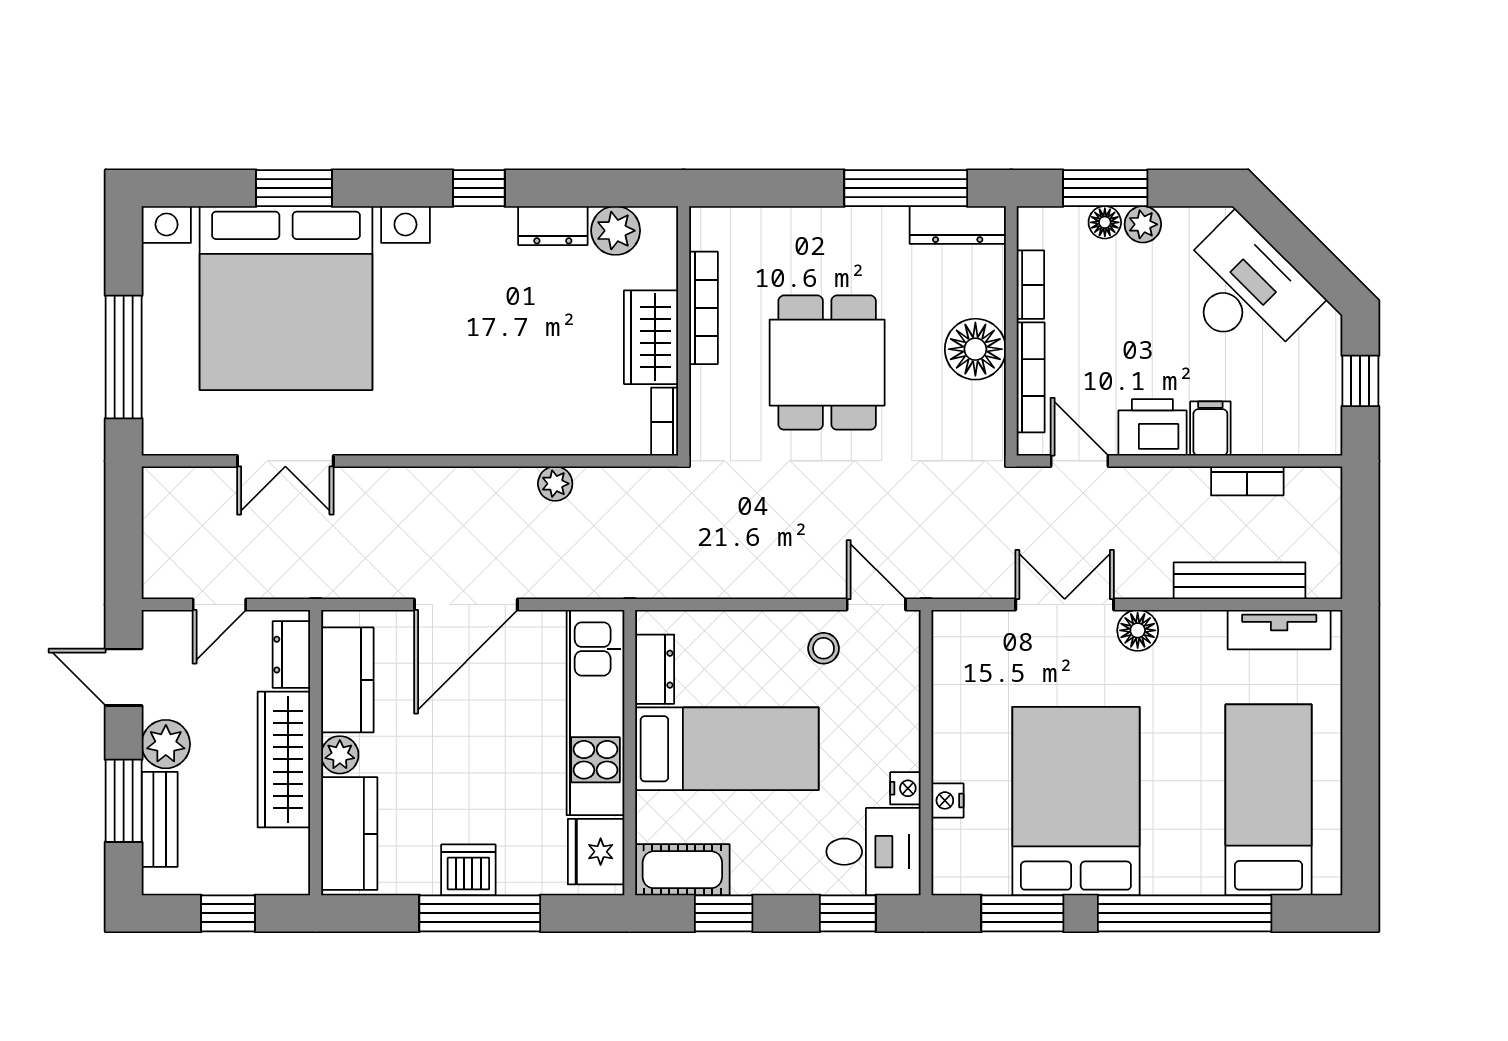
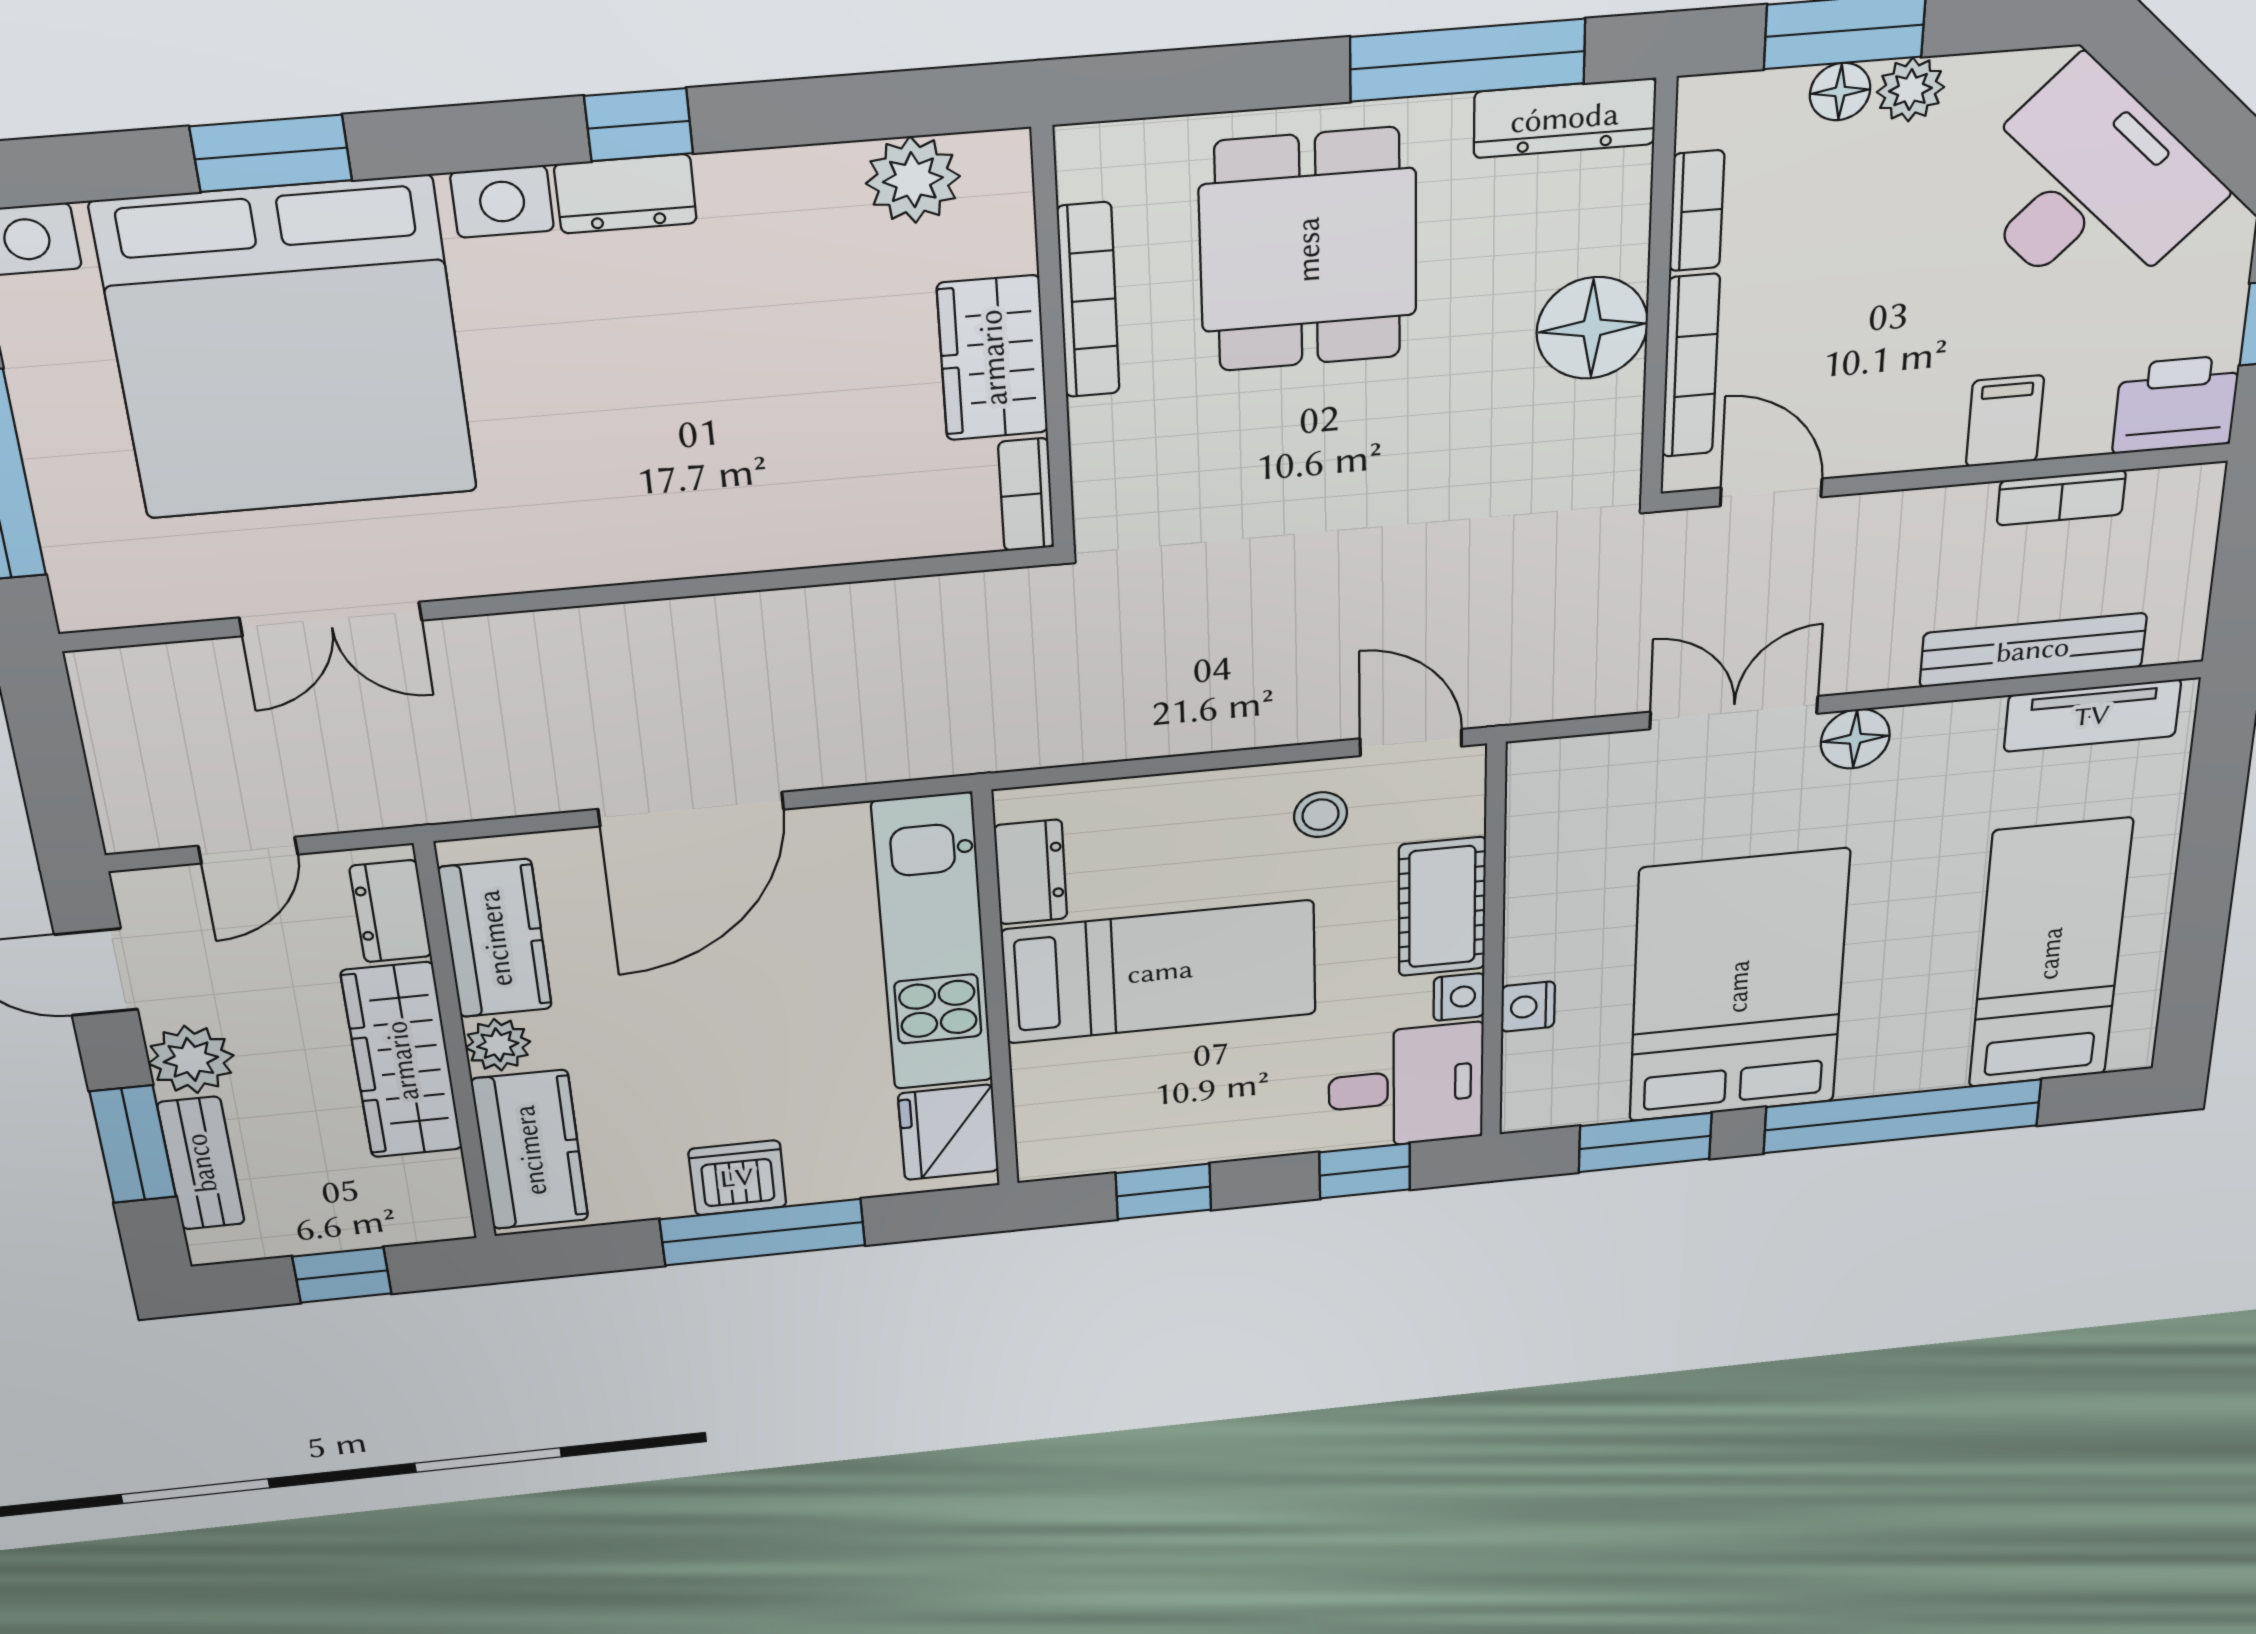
dresser: (553, 226) -> (626, 194), moved
dining table: (827, 363) -> (1308, 250), moved
printer: (1152, 427) -> (2176, 404), moved
plant: (555, 484) -> (833, 611), removed
cot: (682, 870) -> (1442, 907), moved, turned 90

